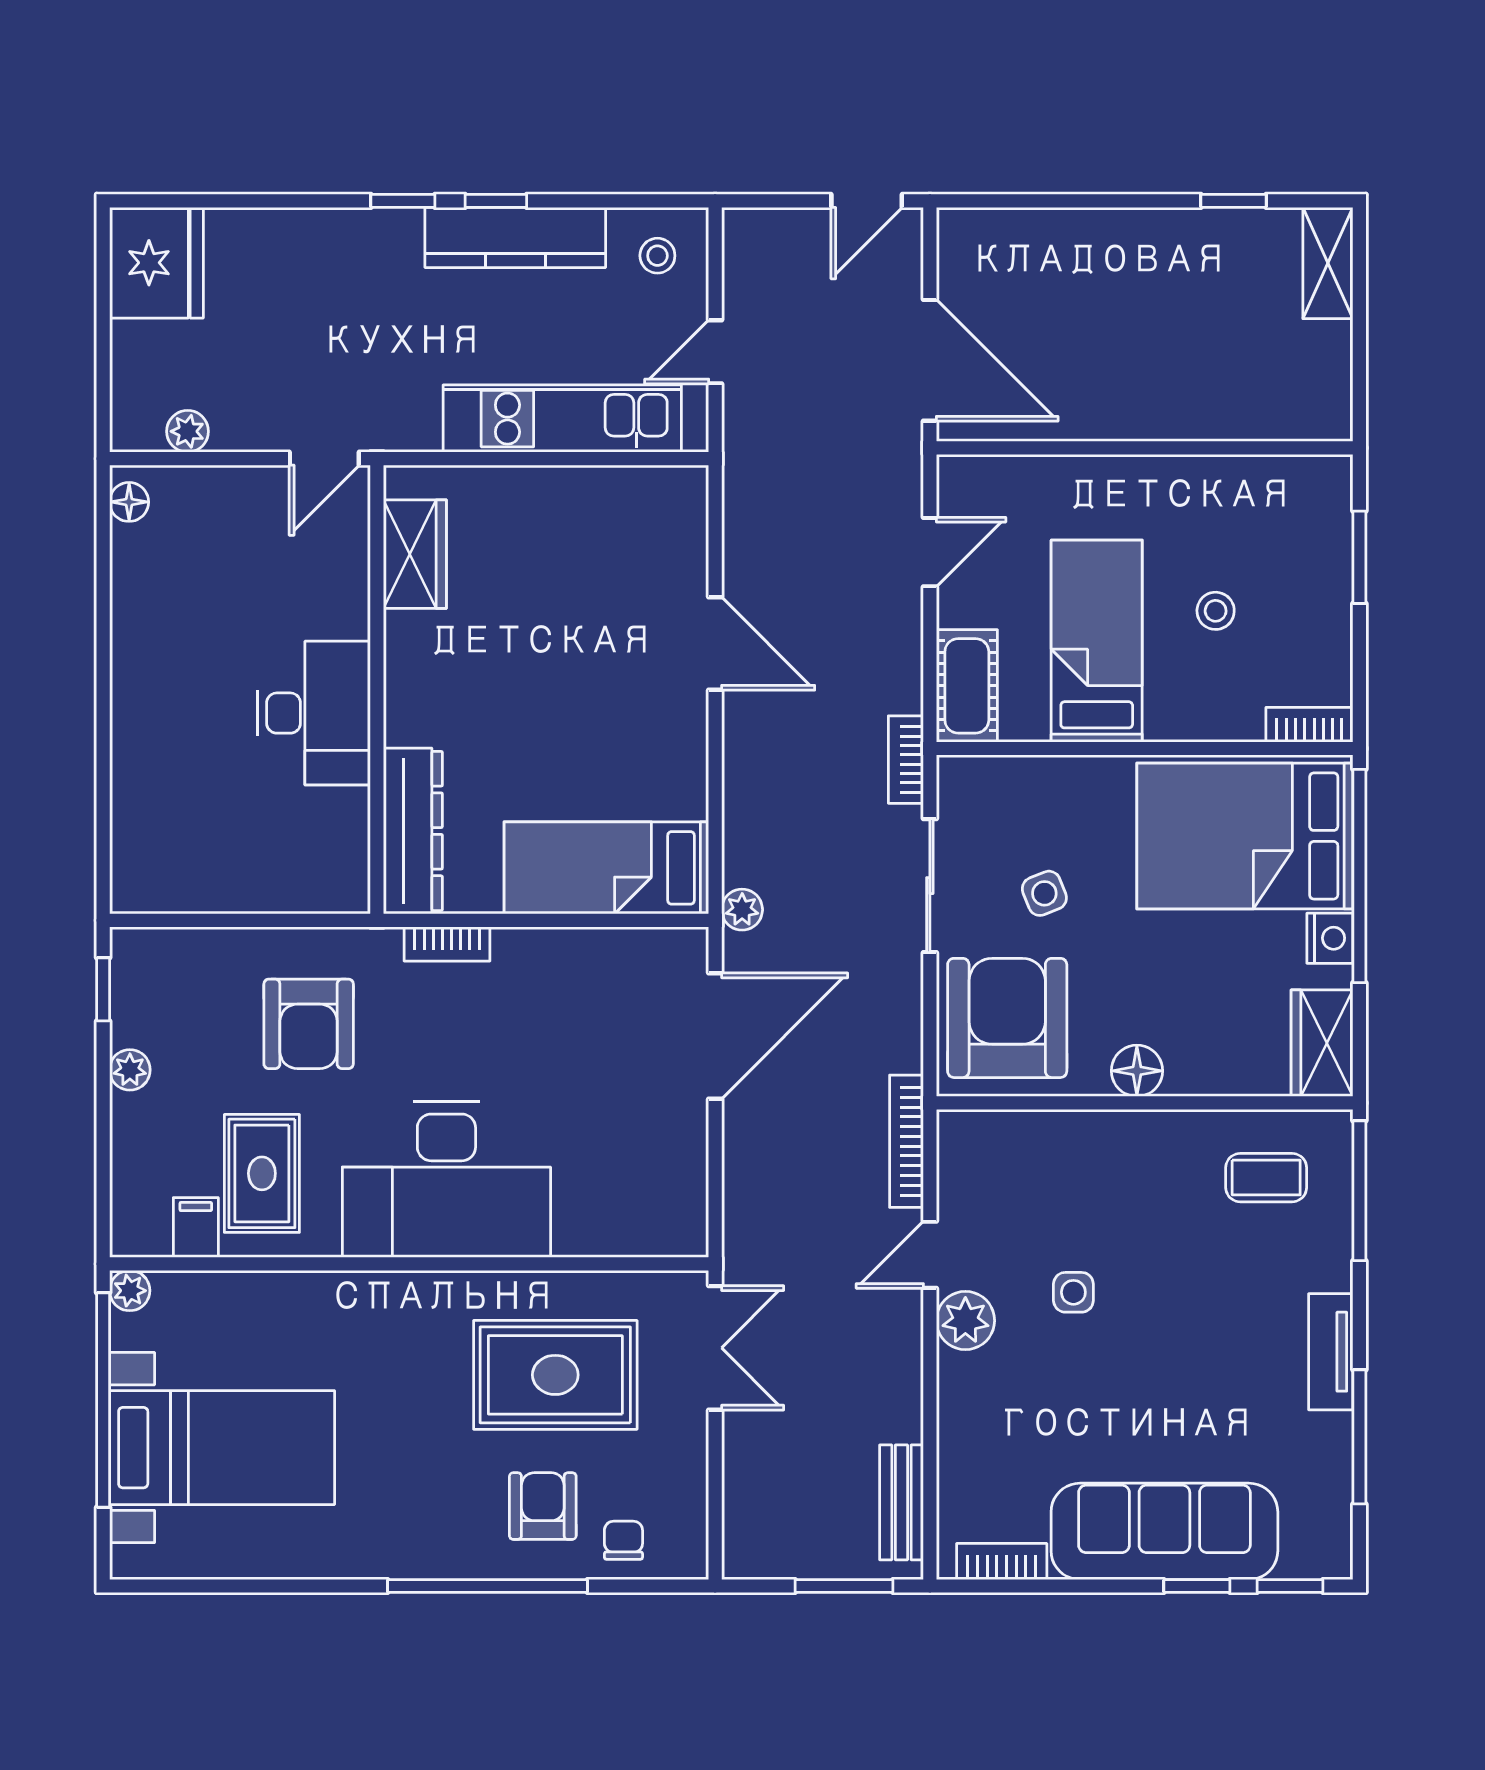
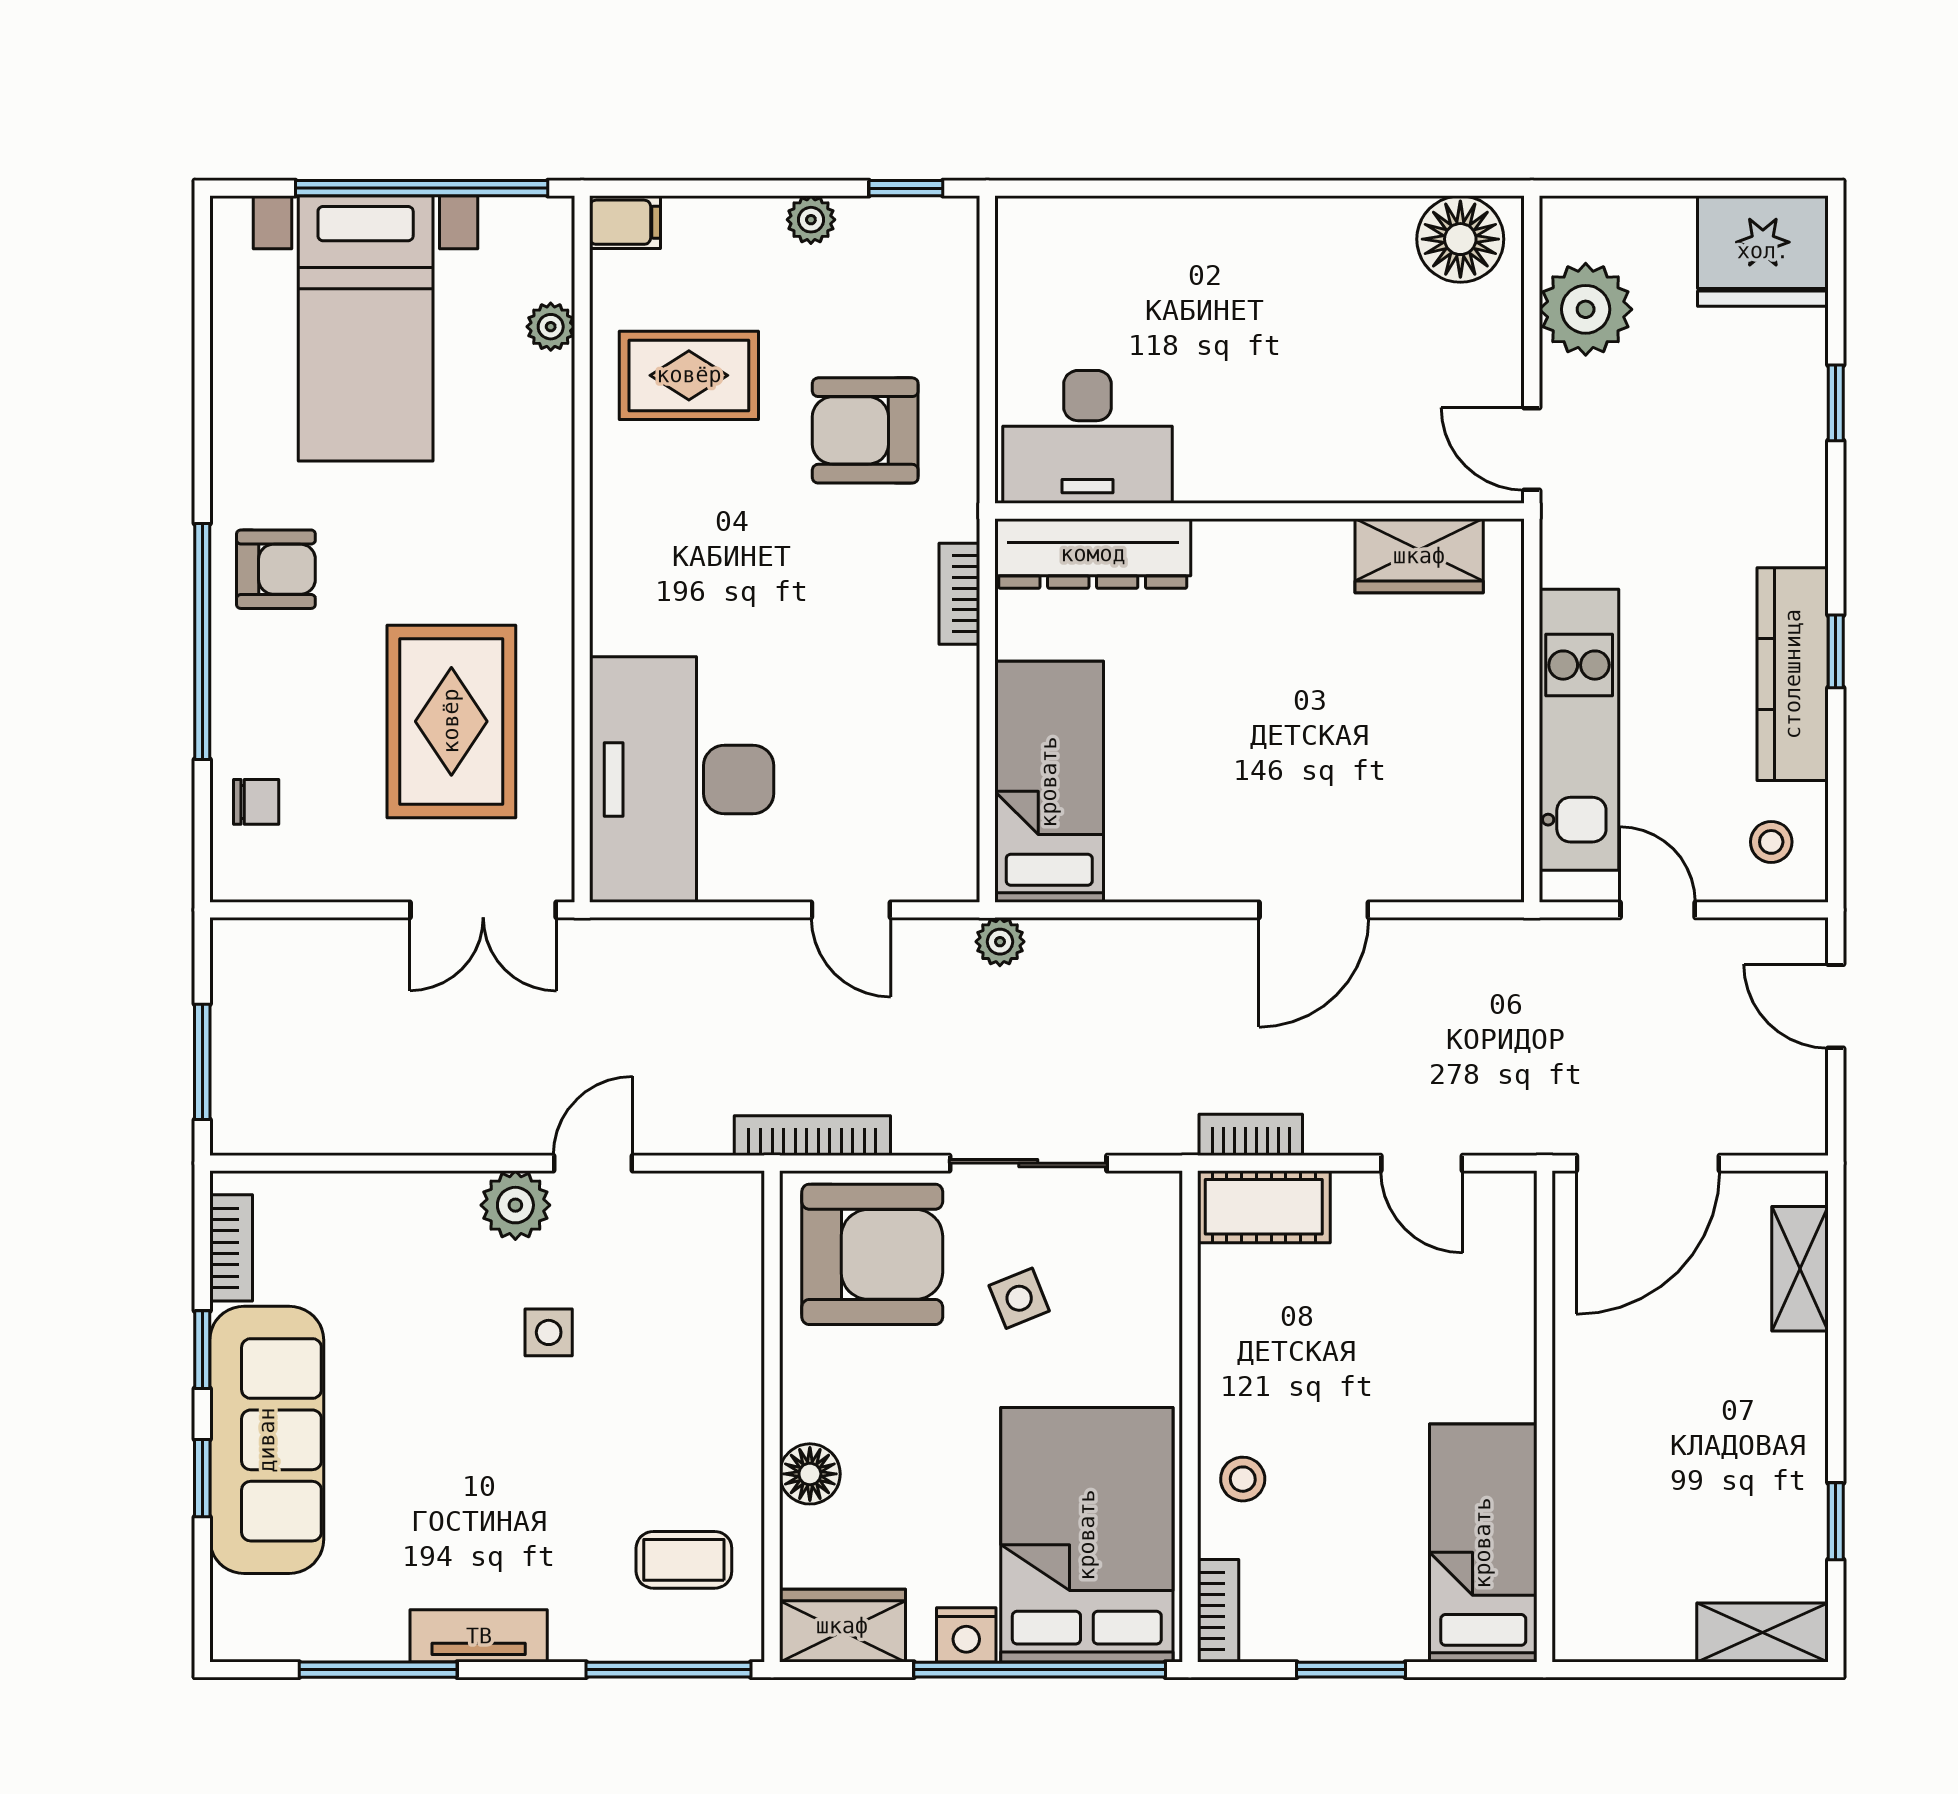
window: (403, 201) -> (1836, 403), moved
door: (867, 201) -> (1836, 1006), moved
shelving: (1019, 231) -> (1800, 1269), added
plant: (188, 431) -> (1586, 309), width x1.88, depth x1.88
floor lamp: (129, 502) -> (1460, 239), width x1.89, depth x1.89
window: (1359, 557) -> (1351, 1670), moved
stool: (1216, 611) -> (1243, 1479), moved
bed: (1097, 641) -> (1483, 1543), moved, turned -90
desk: (314, 713) -> (1087, 437), moved
bookcase: (906, 760) -> (1251, 1135), moved
door: (715, 1036) -> (851, 910), width x0.53
floor lamp: (1137, 1071) -> (810, 1474), moved
bookcase: (906, 1141) -> (812, 1136), moved
coffee table: (1266, 1178) -> (684, 1560), turned 90
desk: (446, 1180) -> (682, 780), moved
filing cabinet: (196, 1228) -> (625, 222), moved
door: (930, 1255) -> (593, 1163), hinge flipped
plant: (130, 1291) -> (551, 327), moved
bench: (901, 1502) -> (301, 1130), removed
armchair: (543, 1506) -> (276, 569), moved
window: (1290, 1586) -> (202, 1350), moved

